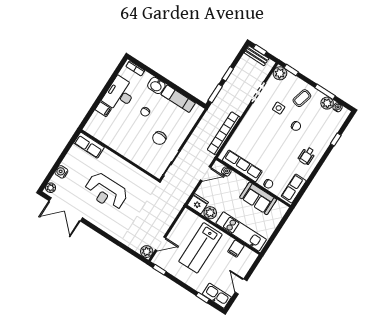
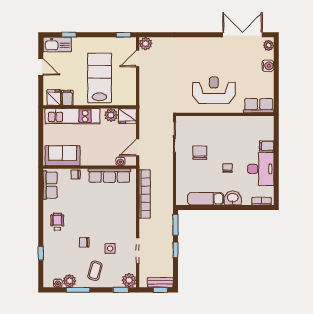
reception desk: (106, 191) -> (214, 90), moved
sofa: (258, 198) -> (63, 156), moved
fridge: (246, 256) -> (54, 98), added

